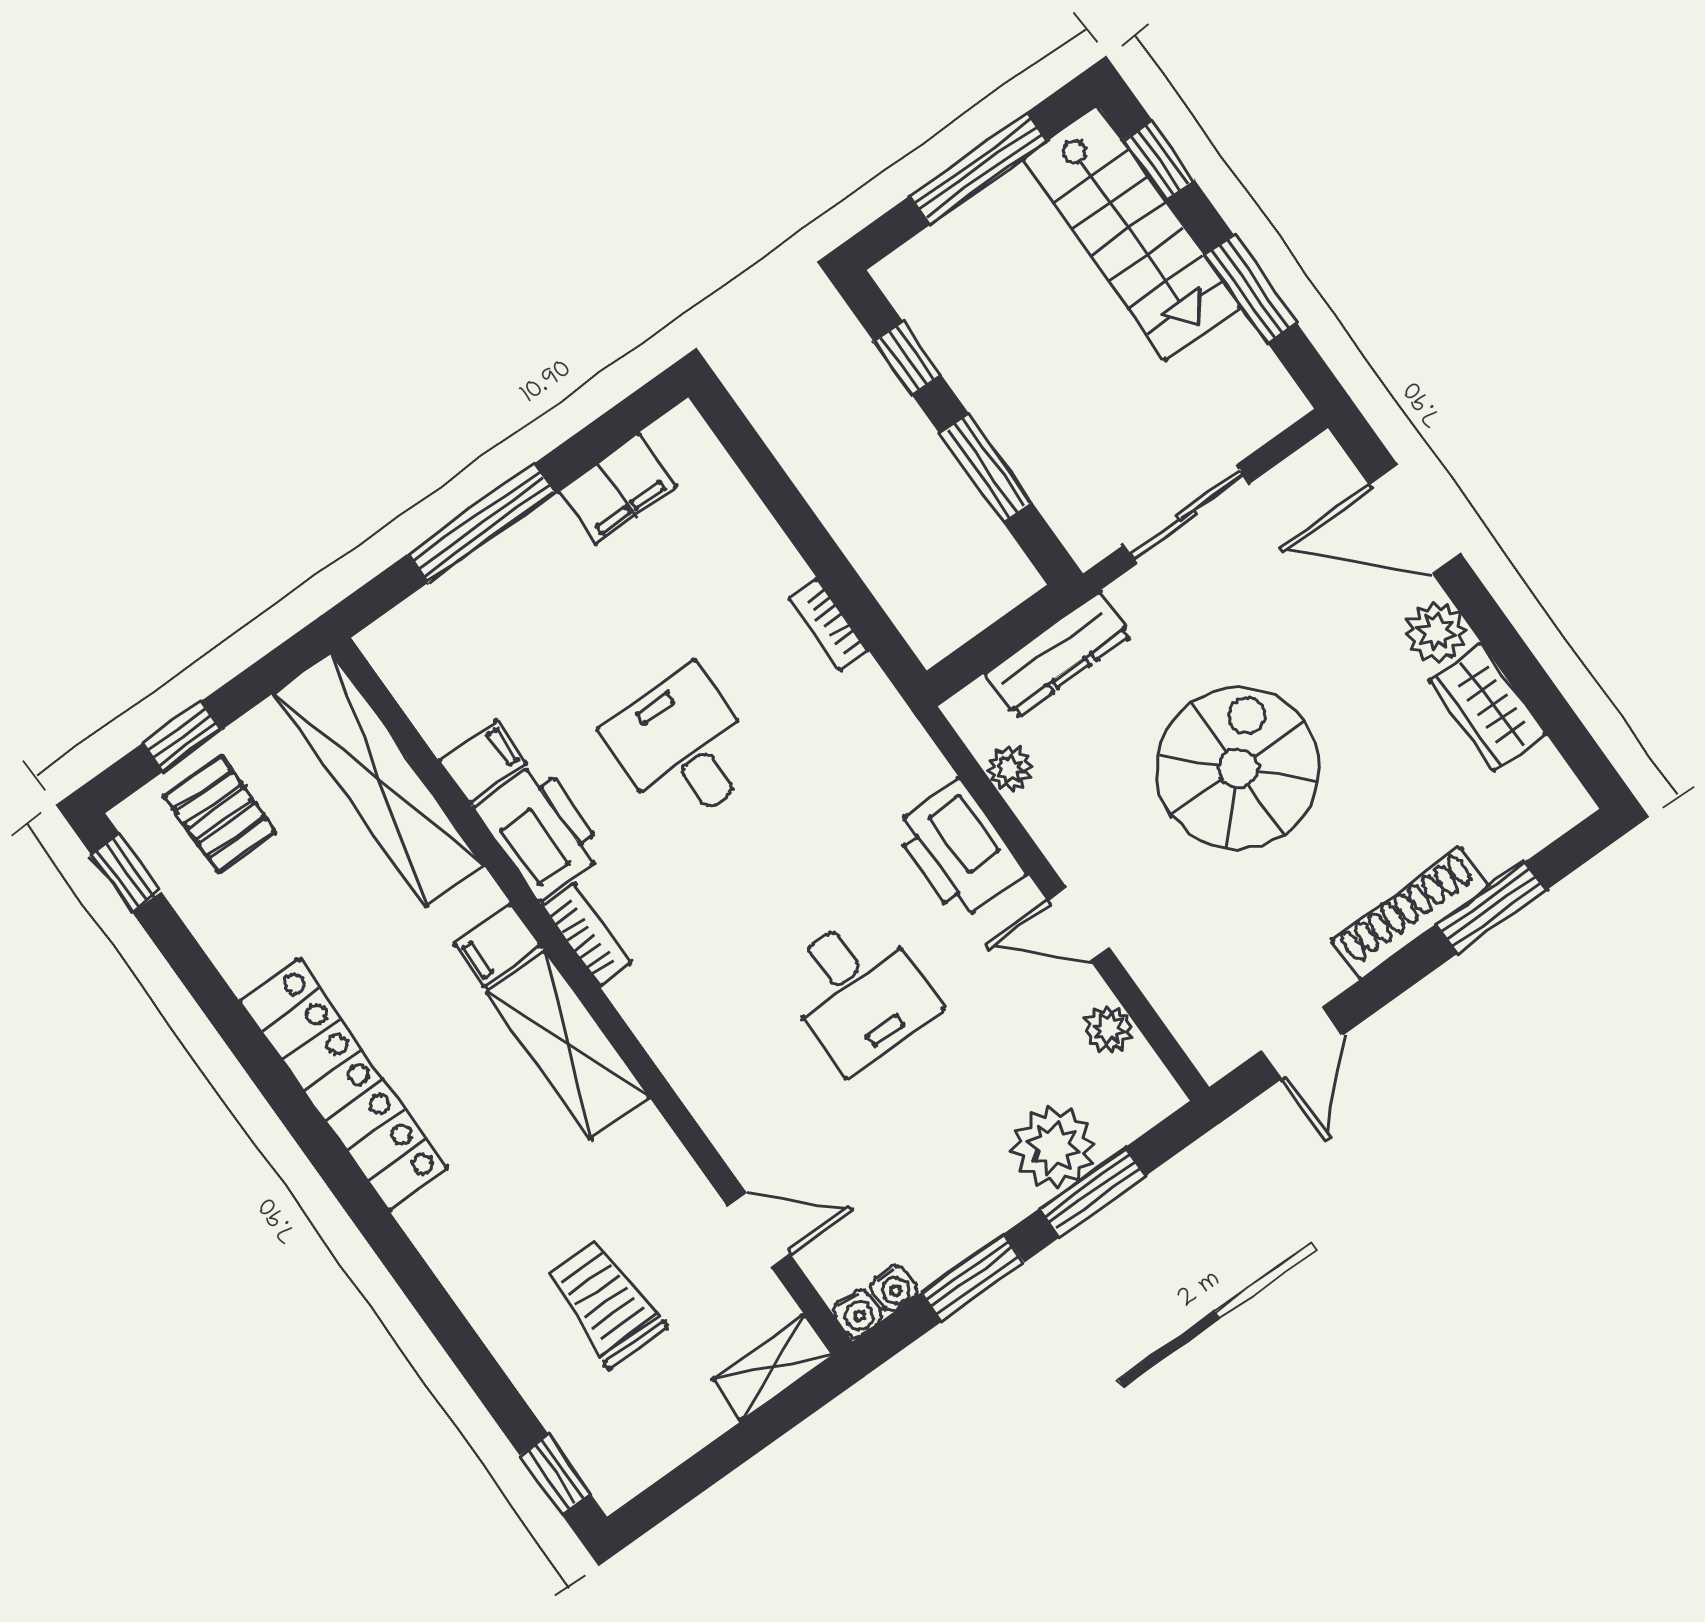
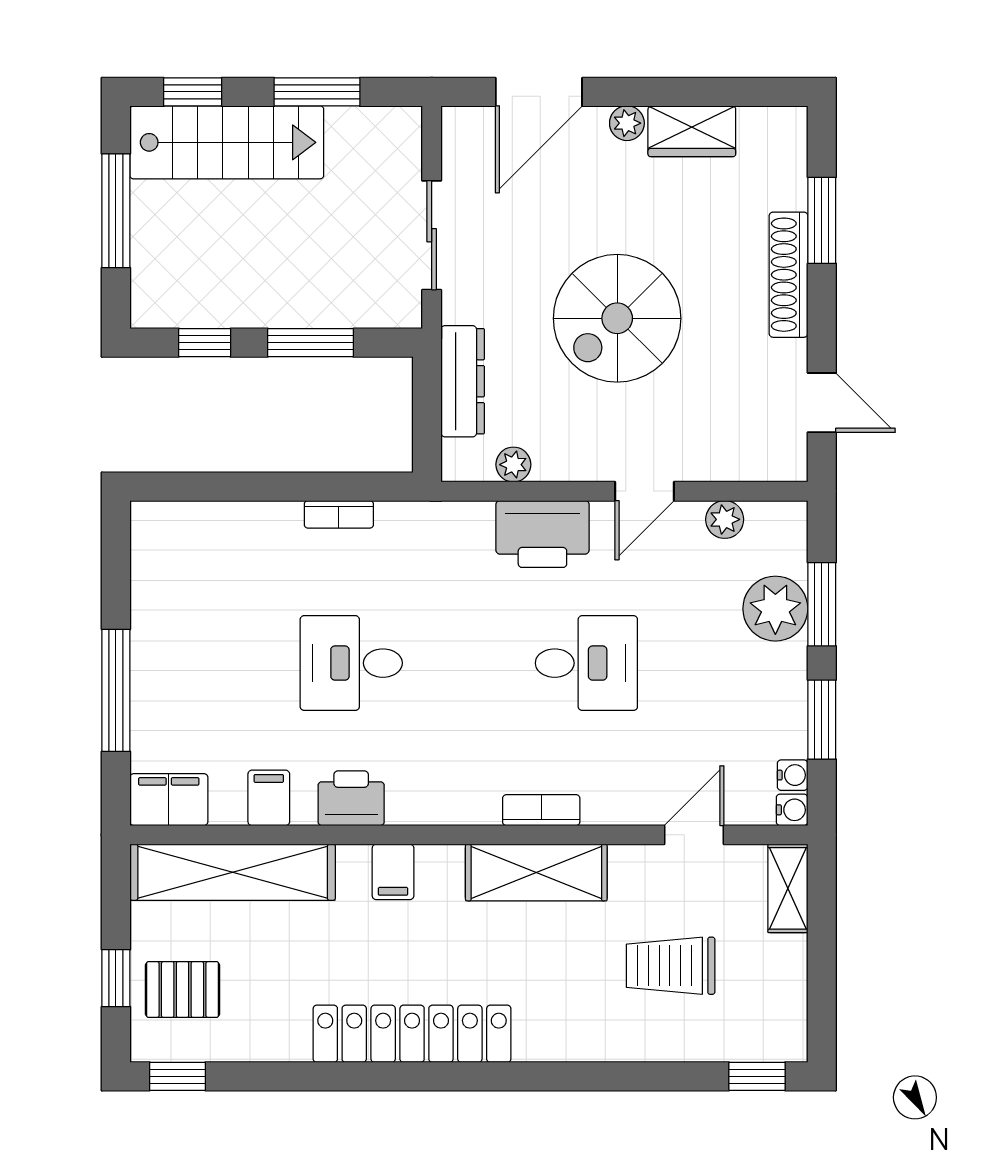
filing cabinet: (617, 489) -> (169, 800), moved, turned -90
plant: (1436, 632) -> (627, 123), width x0.73, depth x0.73
spiral stairs: (1238, 768) -> (617, 318), turned -90
printer: (539, 831) -> (351, 798), width x0.73, depth x0.84
bookcase: (587, 934) -> (541, 810), moved
shelving: (568, 1045) -> (536, 873), moved

